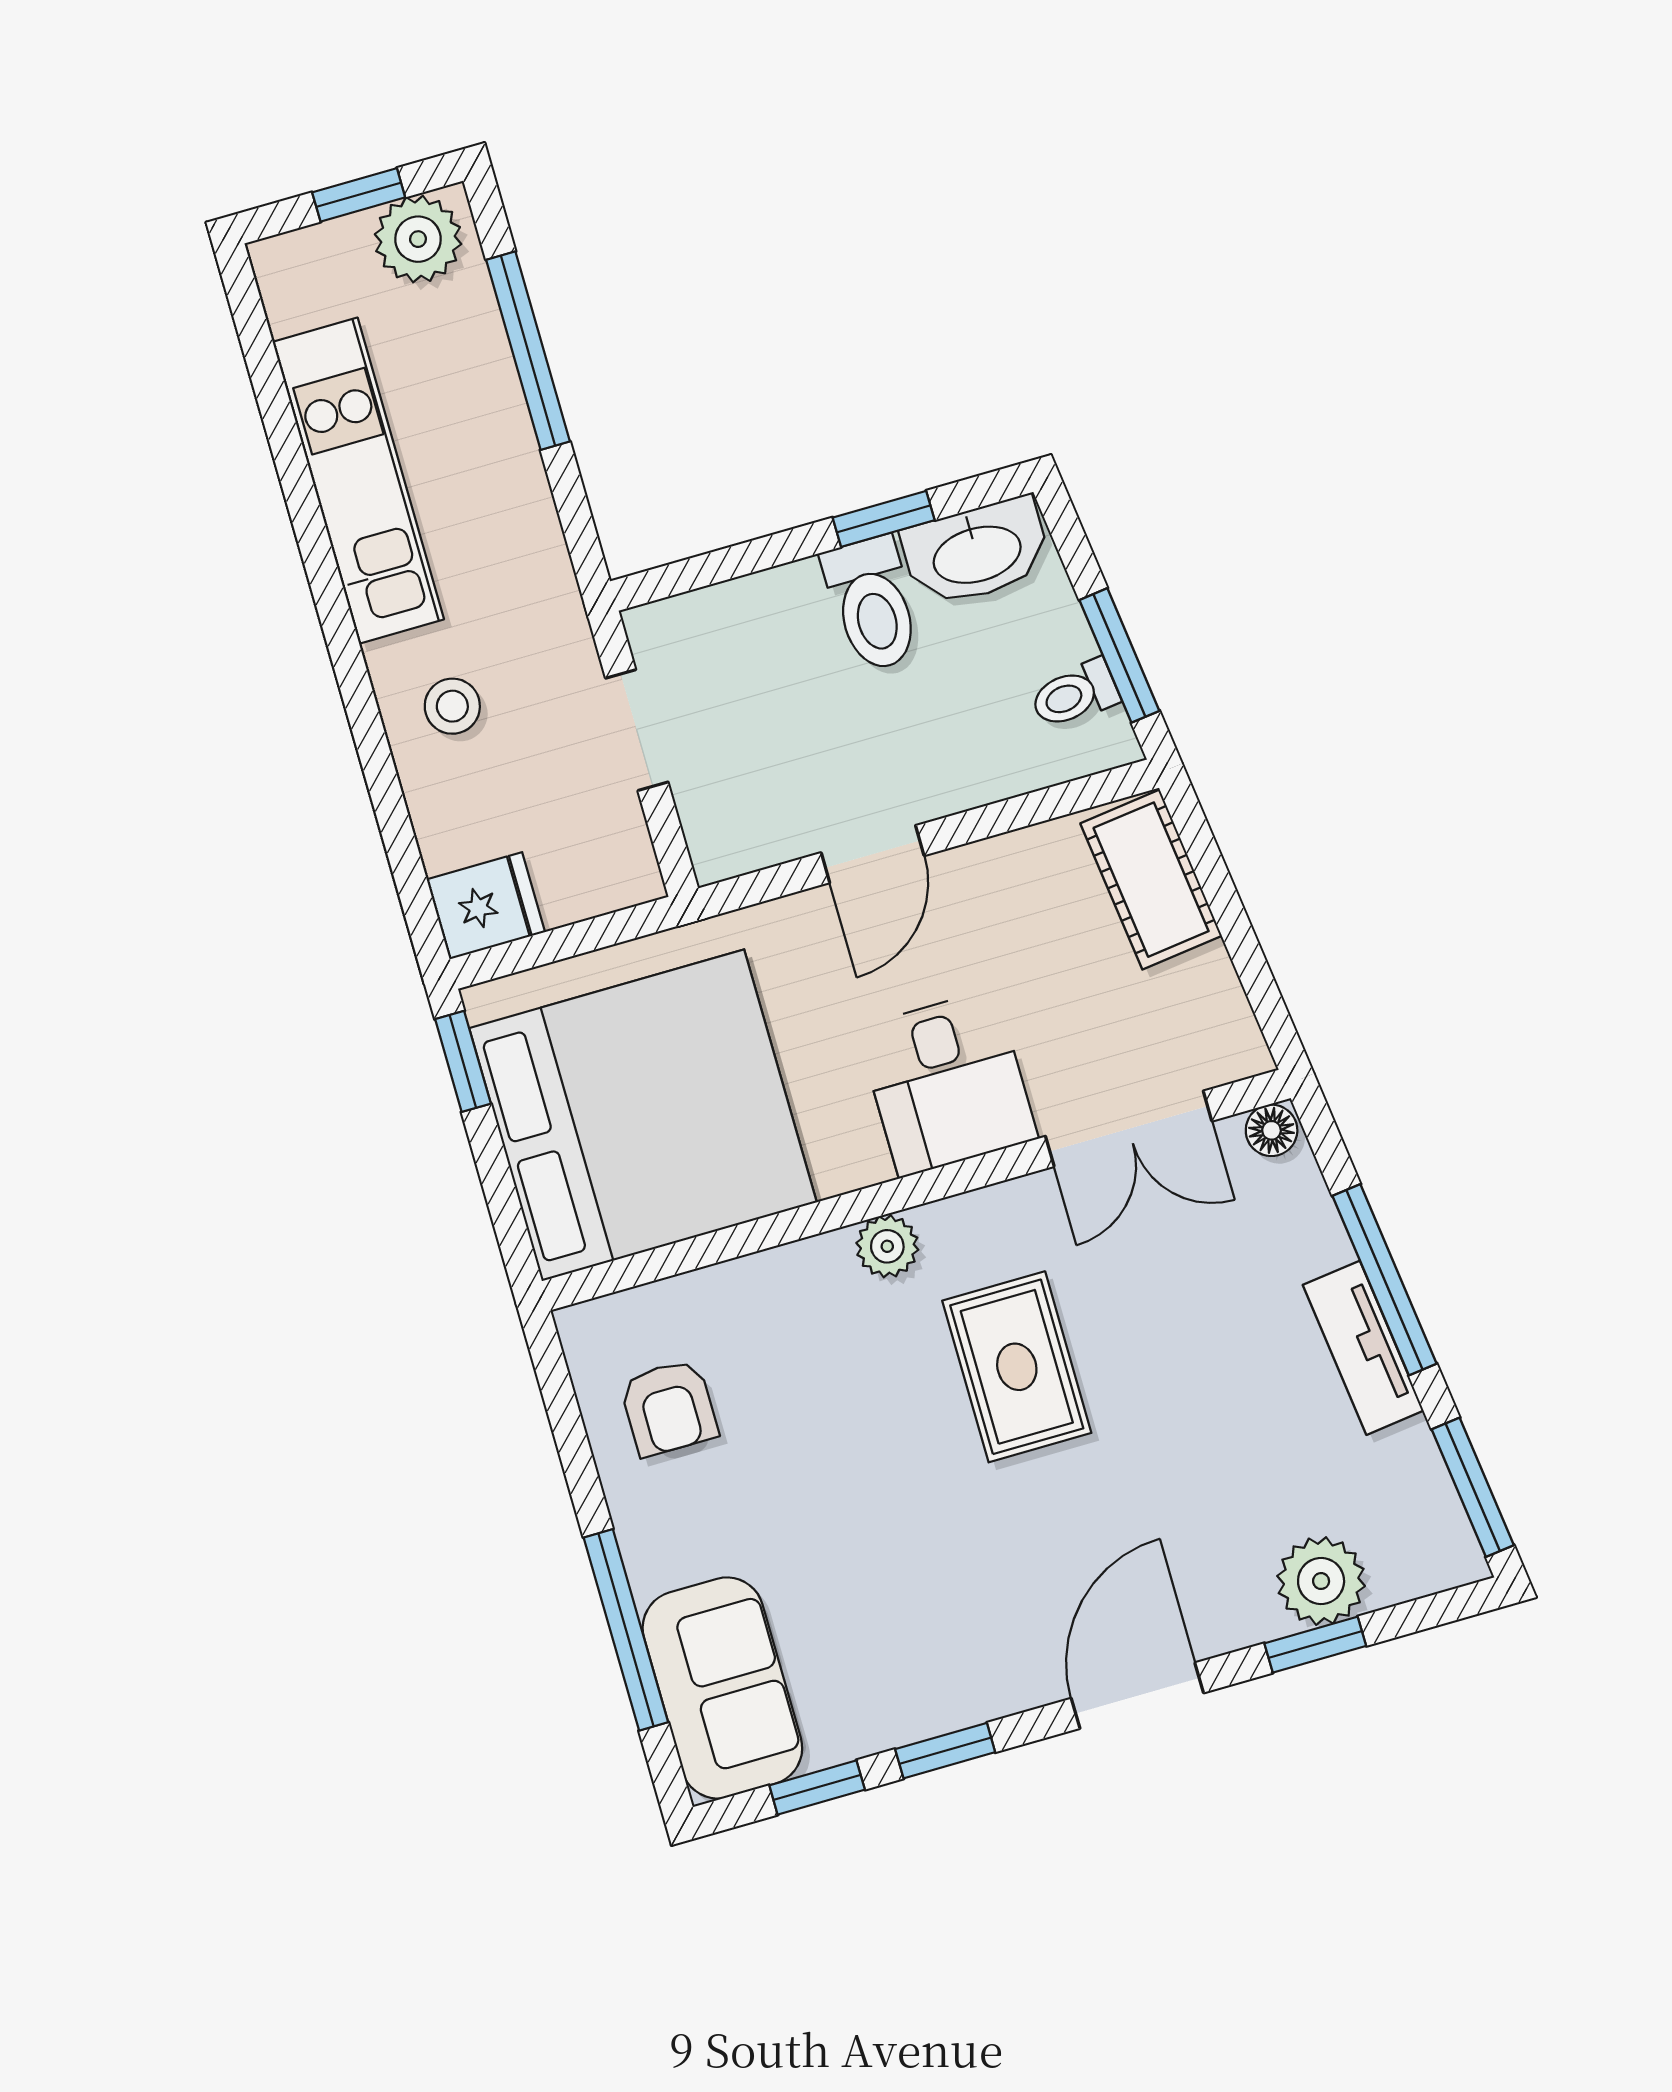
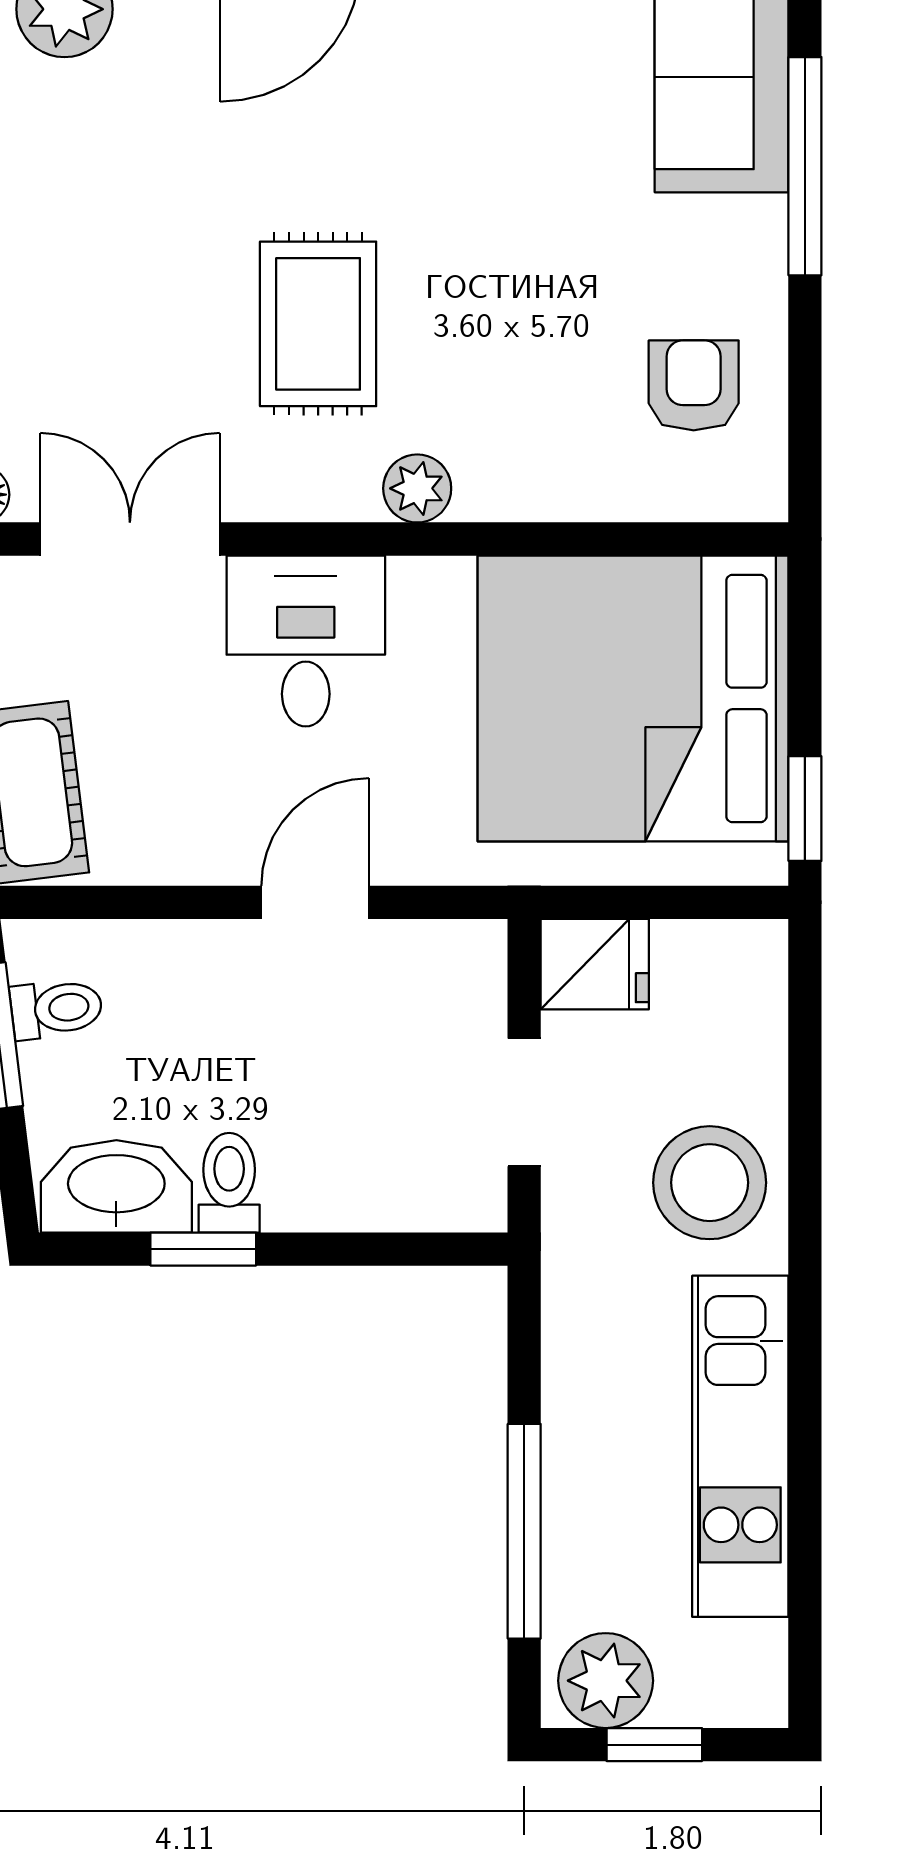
toilet: (872, 604) -> (229, 1183), width x0.73, depth x0.72
stool: (452, 706) -> (710, 1183), width x1.89, depth x1.89
fridge: (486, 906) -> (595, 964), moved, turned 180

